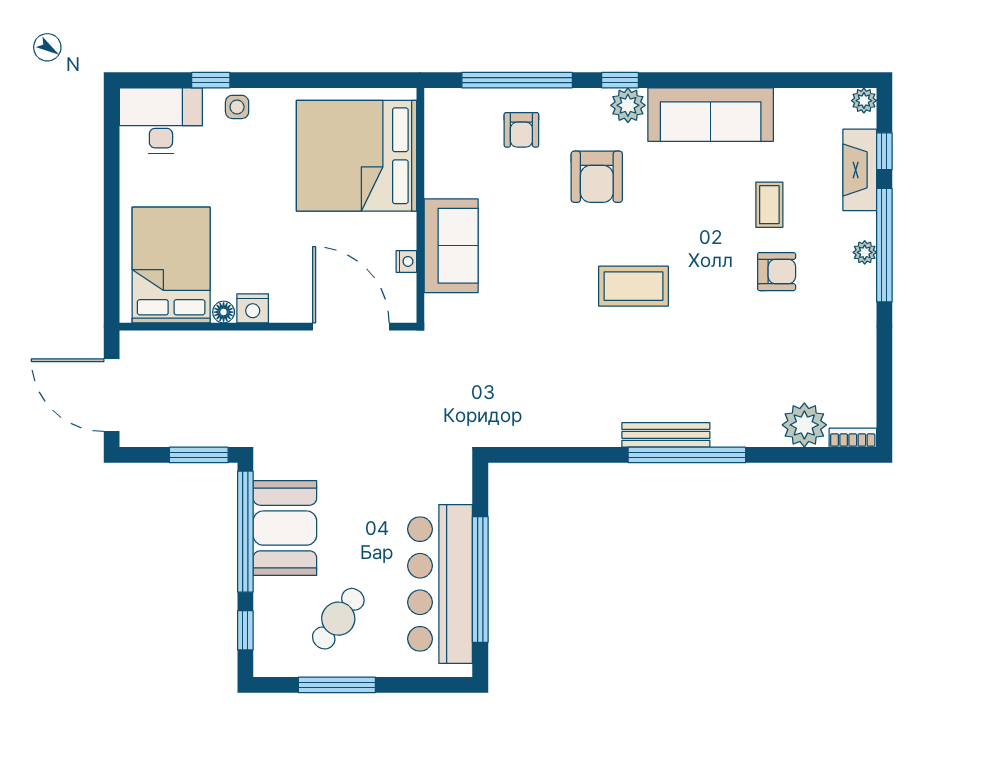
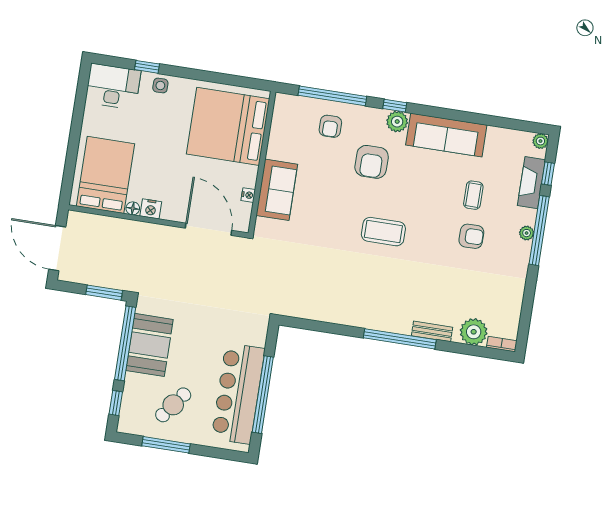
bench: (666, 435) -> (432, 331), moved, width x0.73

